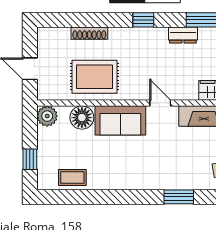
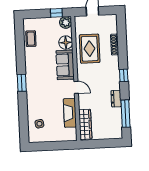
door: (160, 103) -> (76, 87), hinge flipped
window: (30, 159) -> (56, 13), moved
window: (179, 197) -> (22, 83), moved

